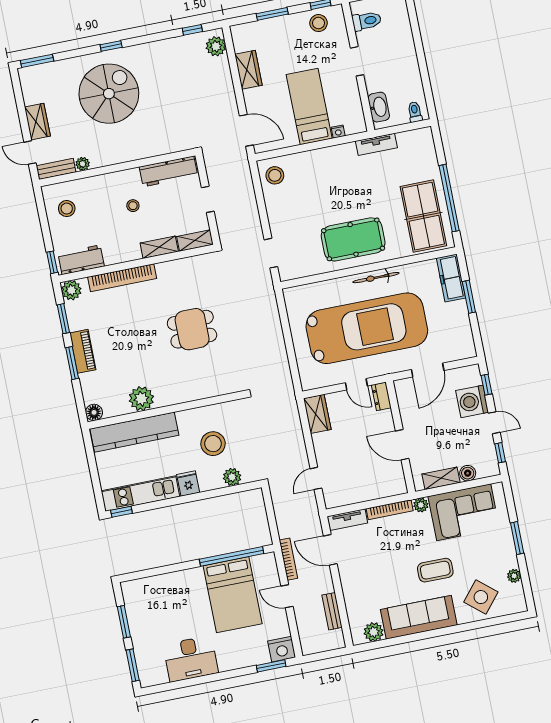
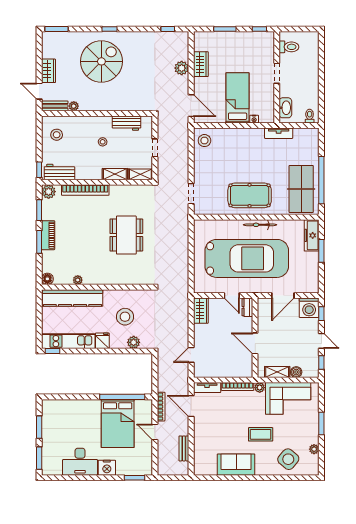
stool: (319, 23) -> (255, 42), removed
plant: (216, 46) -> (182, 68), moved
workbench: (168, 171) -> (126, 123), width x0.73
dining table: (192, 329) -> (126, 235), width x1.38
plant: (141, 399) -> (78, 280), width x0.53, depth x0.53
washing machine: (472, 401) -> (309, 308), moved, turned -90
sofa: (419, 617) -> (236, 465), width x0.73
plant: (374, 632) -> (210, 468), removed
nightstand: (282, 649) -> (107, 468), moved

